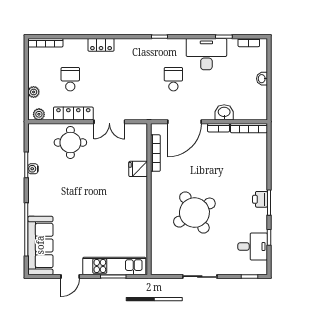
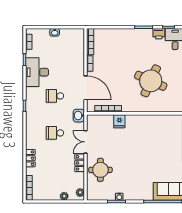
locker: (101, 45) -> (30, 158), moved
school desk: (70, 79) -> (55, 133), moved
washbasin: (224, 112) -> (79, 116), moved
locker: (73, 113) -> (80, 163), width x0.66
double door: (109, 122) -> (86, 142), swing flipped
printer: (260, 199) -> (159, 34), moved
round table: (194, 213) -> (151, 81), turned -35

